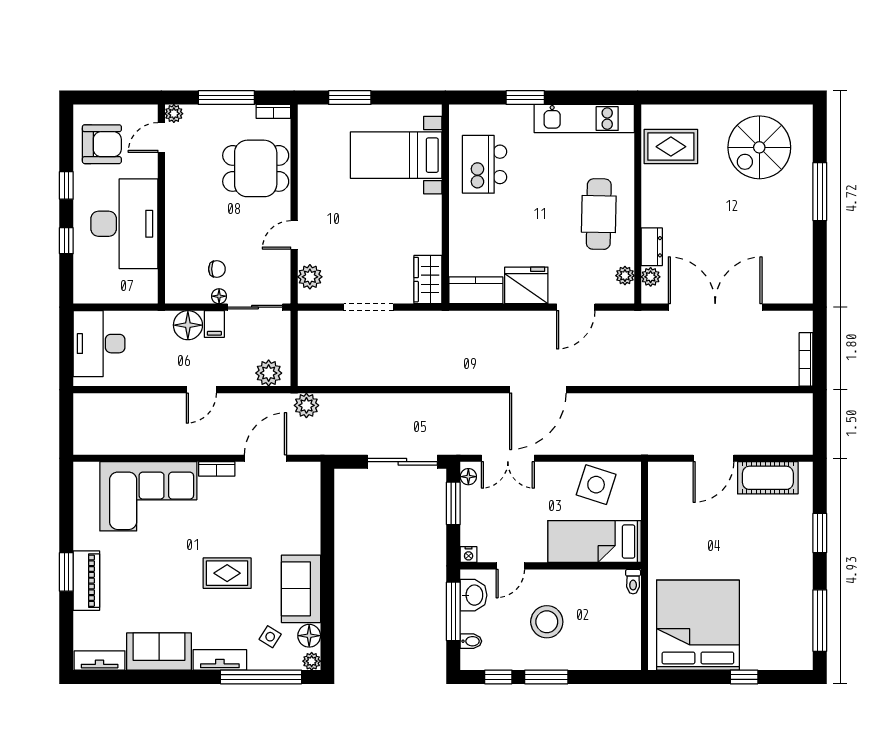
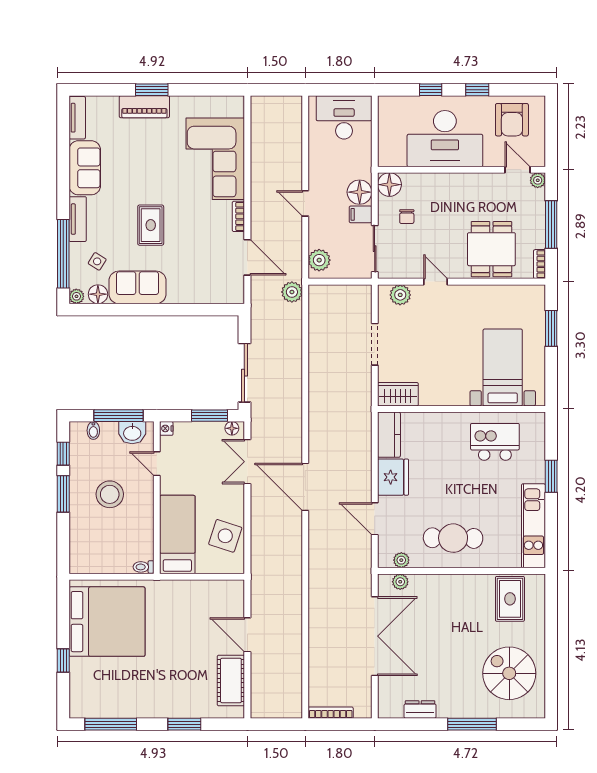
dresser: (652, 247) -> (420, 710), moved, turned 180
floor lamp: (219, 296) -> (389, 185), moved, width x1.89, depth x1.89

